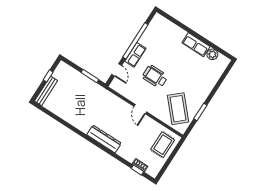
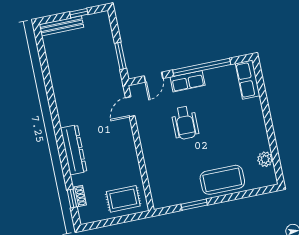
row of seats: (196, 45) -> (248, 80), moved
wheelchair: (155, 77) -> (185, 123), turned 180
door: (140, 109) -> (130, 107), moved
coffee table: (178, 109) -> (222, 180), moved, turned 42
dresser: (104, 139) -> (74, 150), moved

